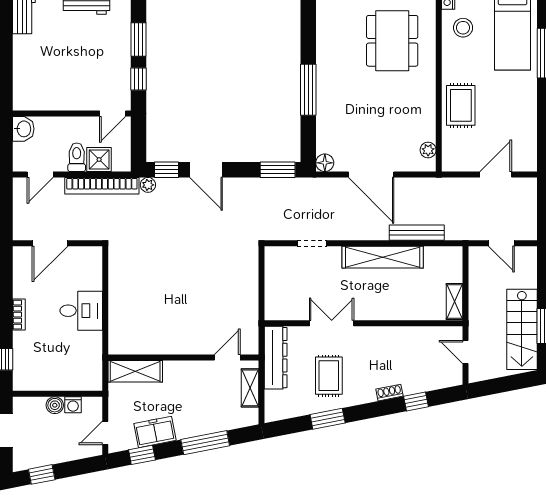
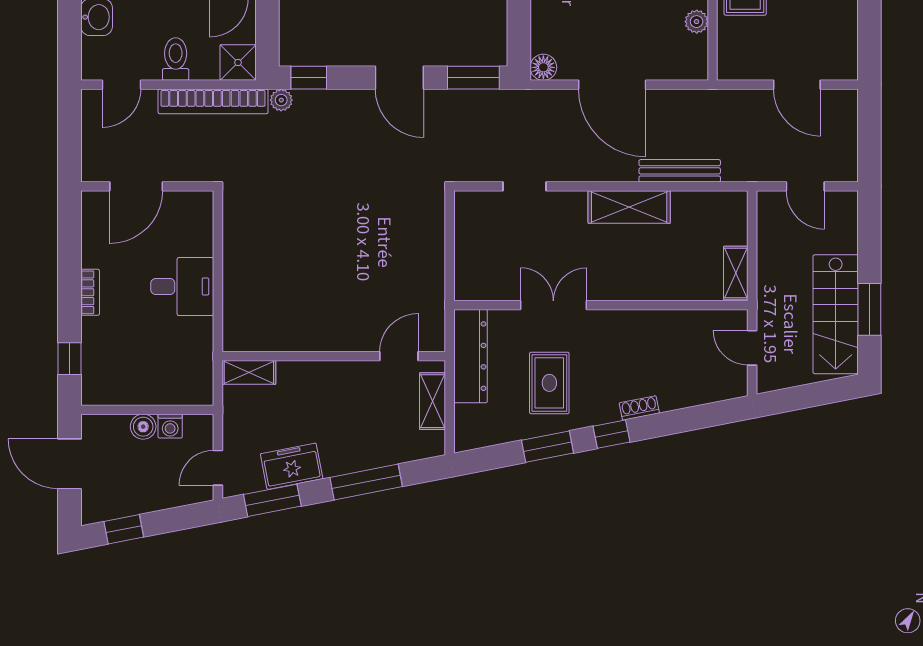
plant: (428, 150) -> (697, 22), moved
shower: (99, 160) -> (238, 62), moved
door: (206, 170) -> (399, 78), moved
door: (496, 175) -> (797, 85), swing flipped
shelving: (383, 257) -> (629, 207), width x0.68
shelving: (135, 371) -> (249, 372), width x0.67, depth x0.75
window: (416, 401) -> (612, 434), moved
window: (142, 455) -> (272, 500), width x1.50

